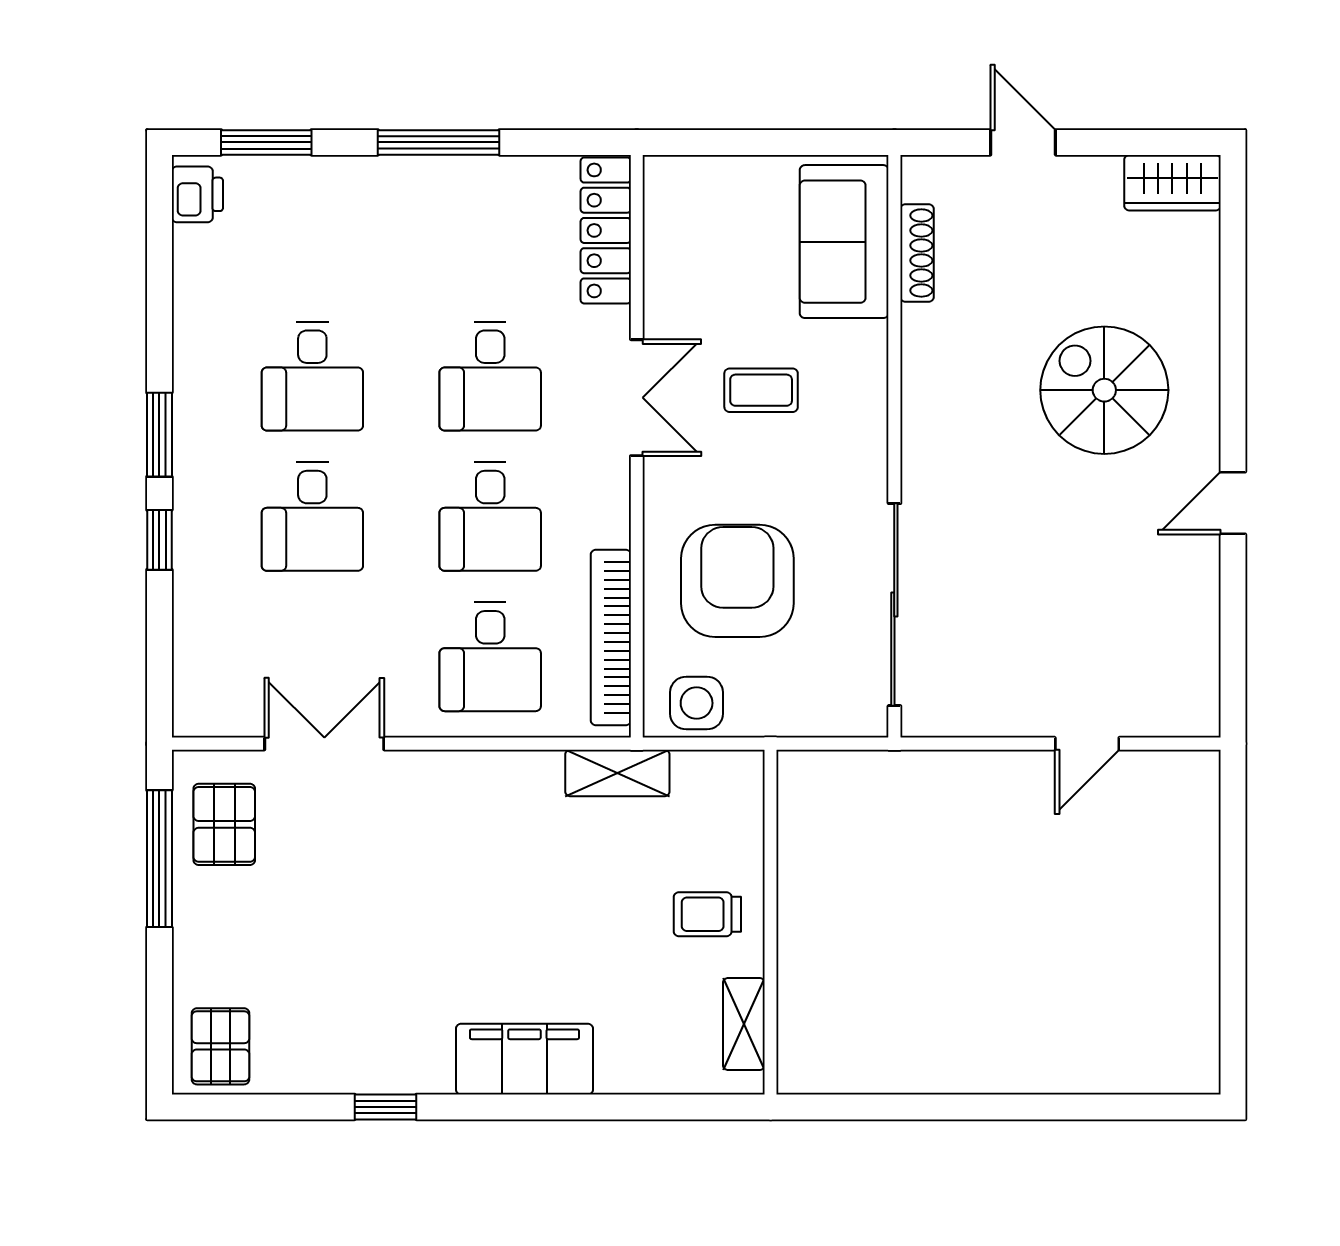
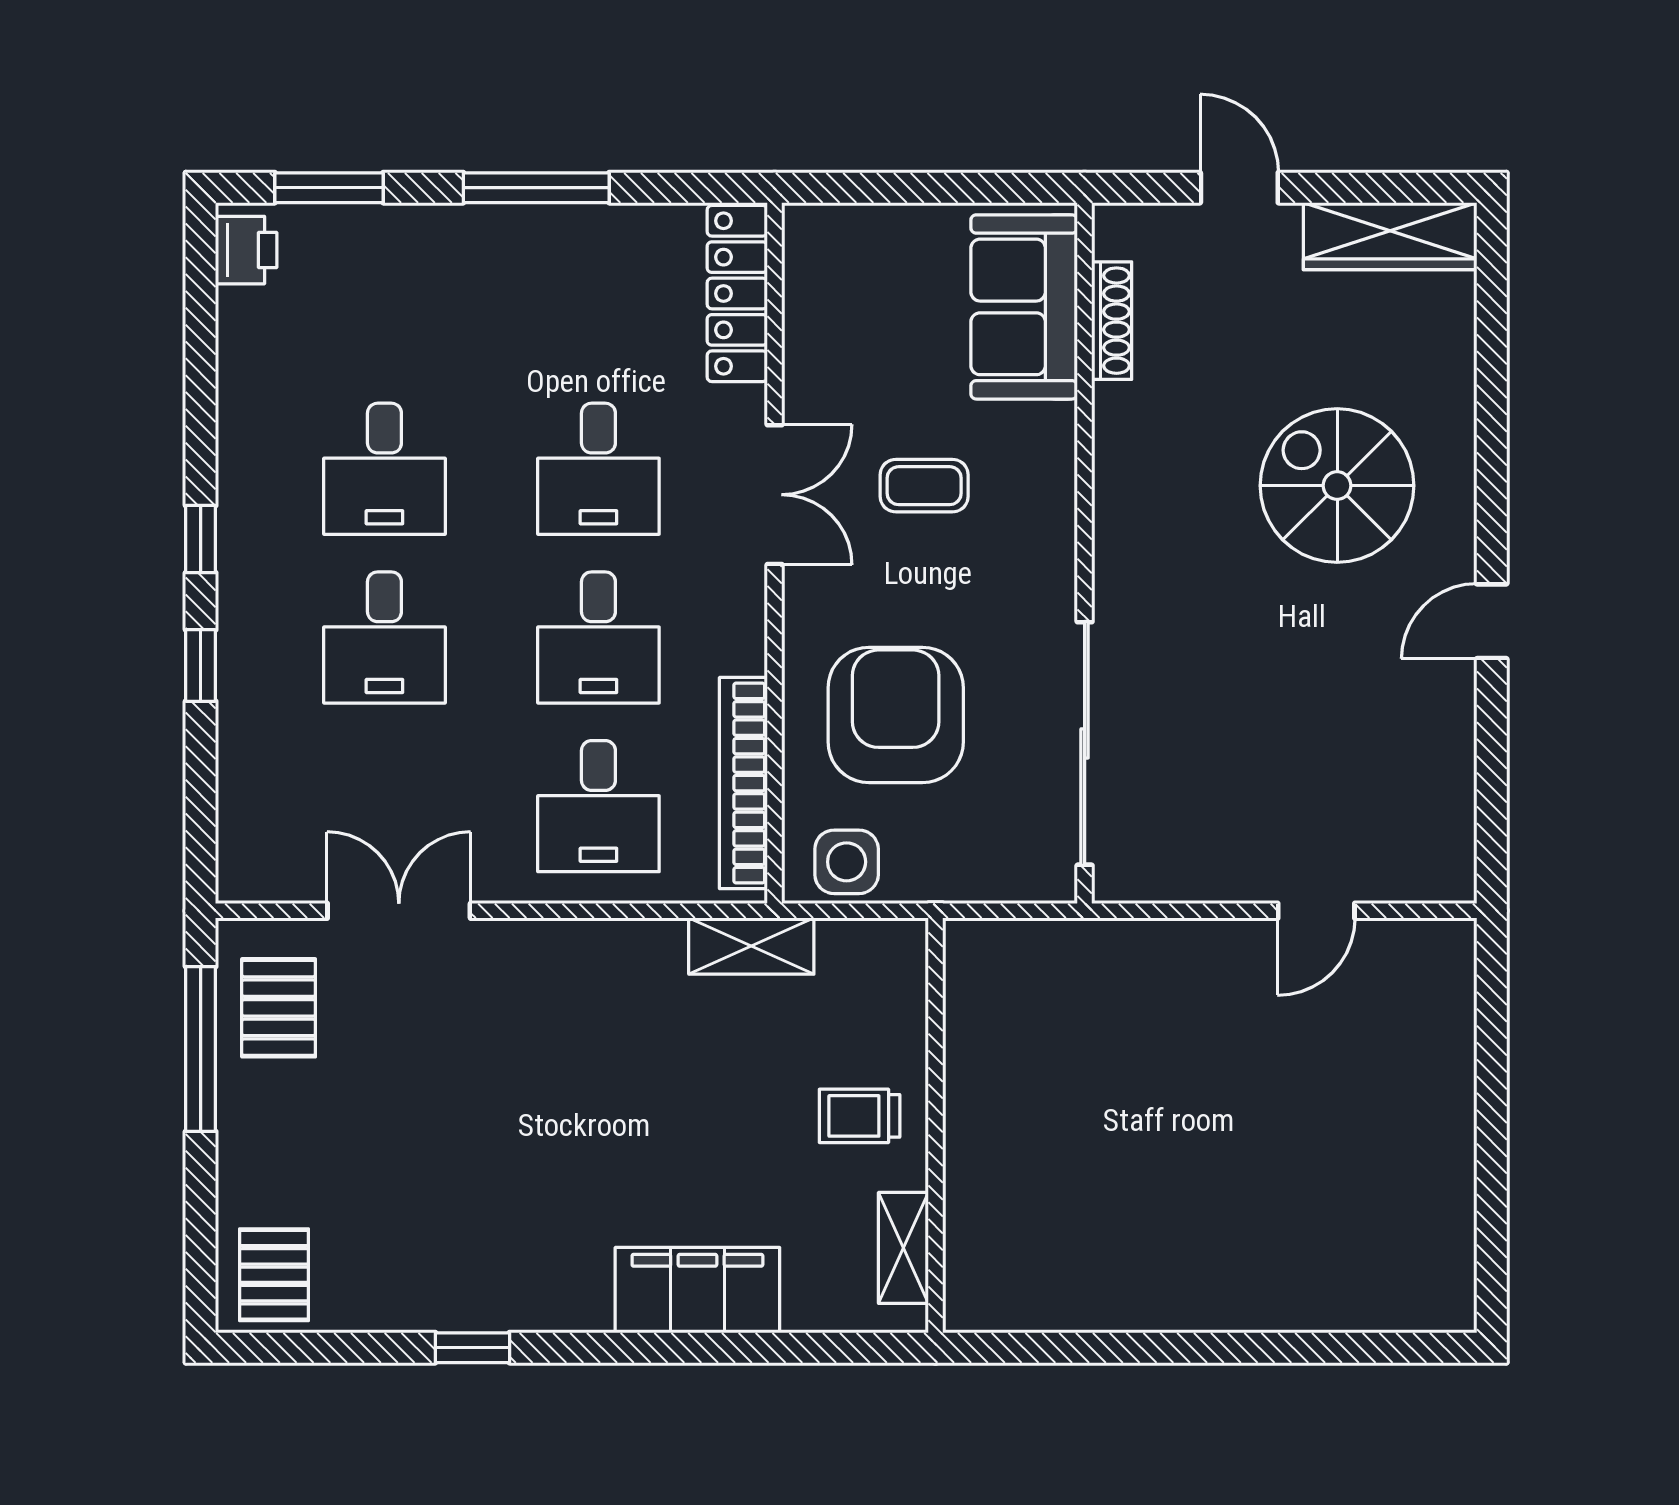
wardrobe: (1172, 183) -> (1390, 236), width x1.50
window: (159, 435) -> (201, 539), width x0.67
filing cabinet: (524, 1059) -> (697, 1290), moved

